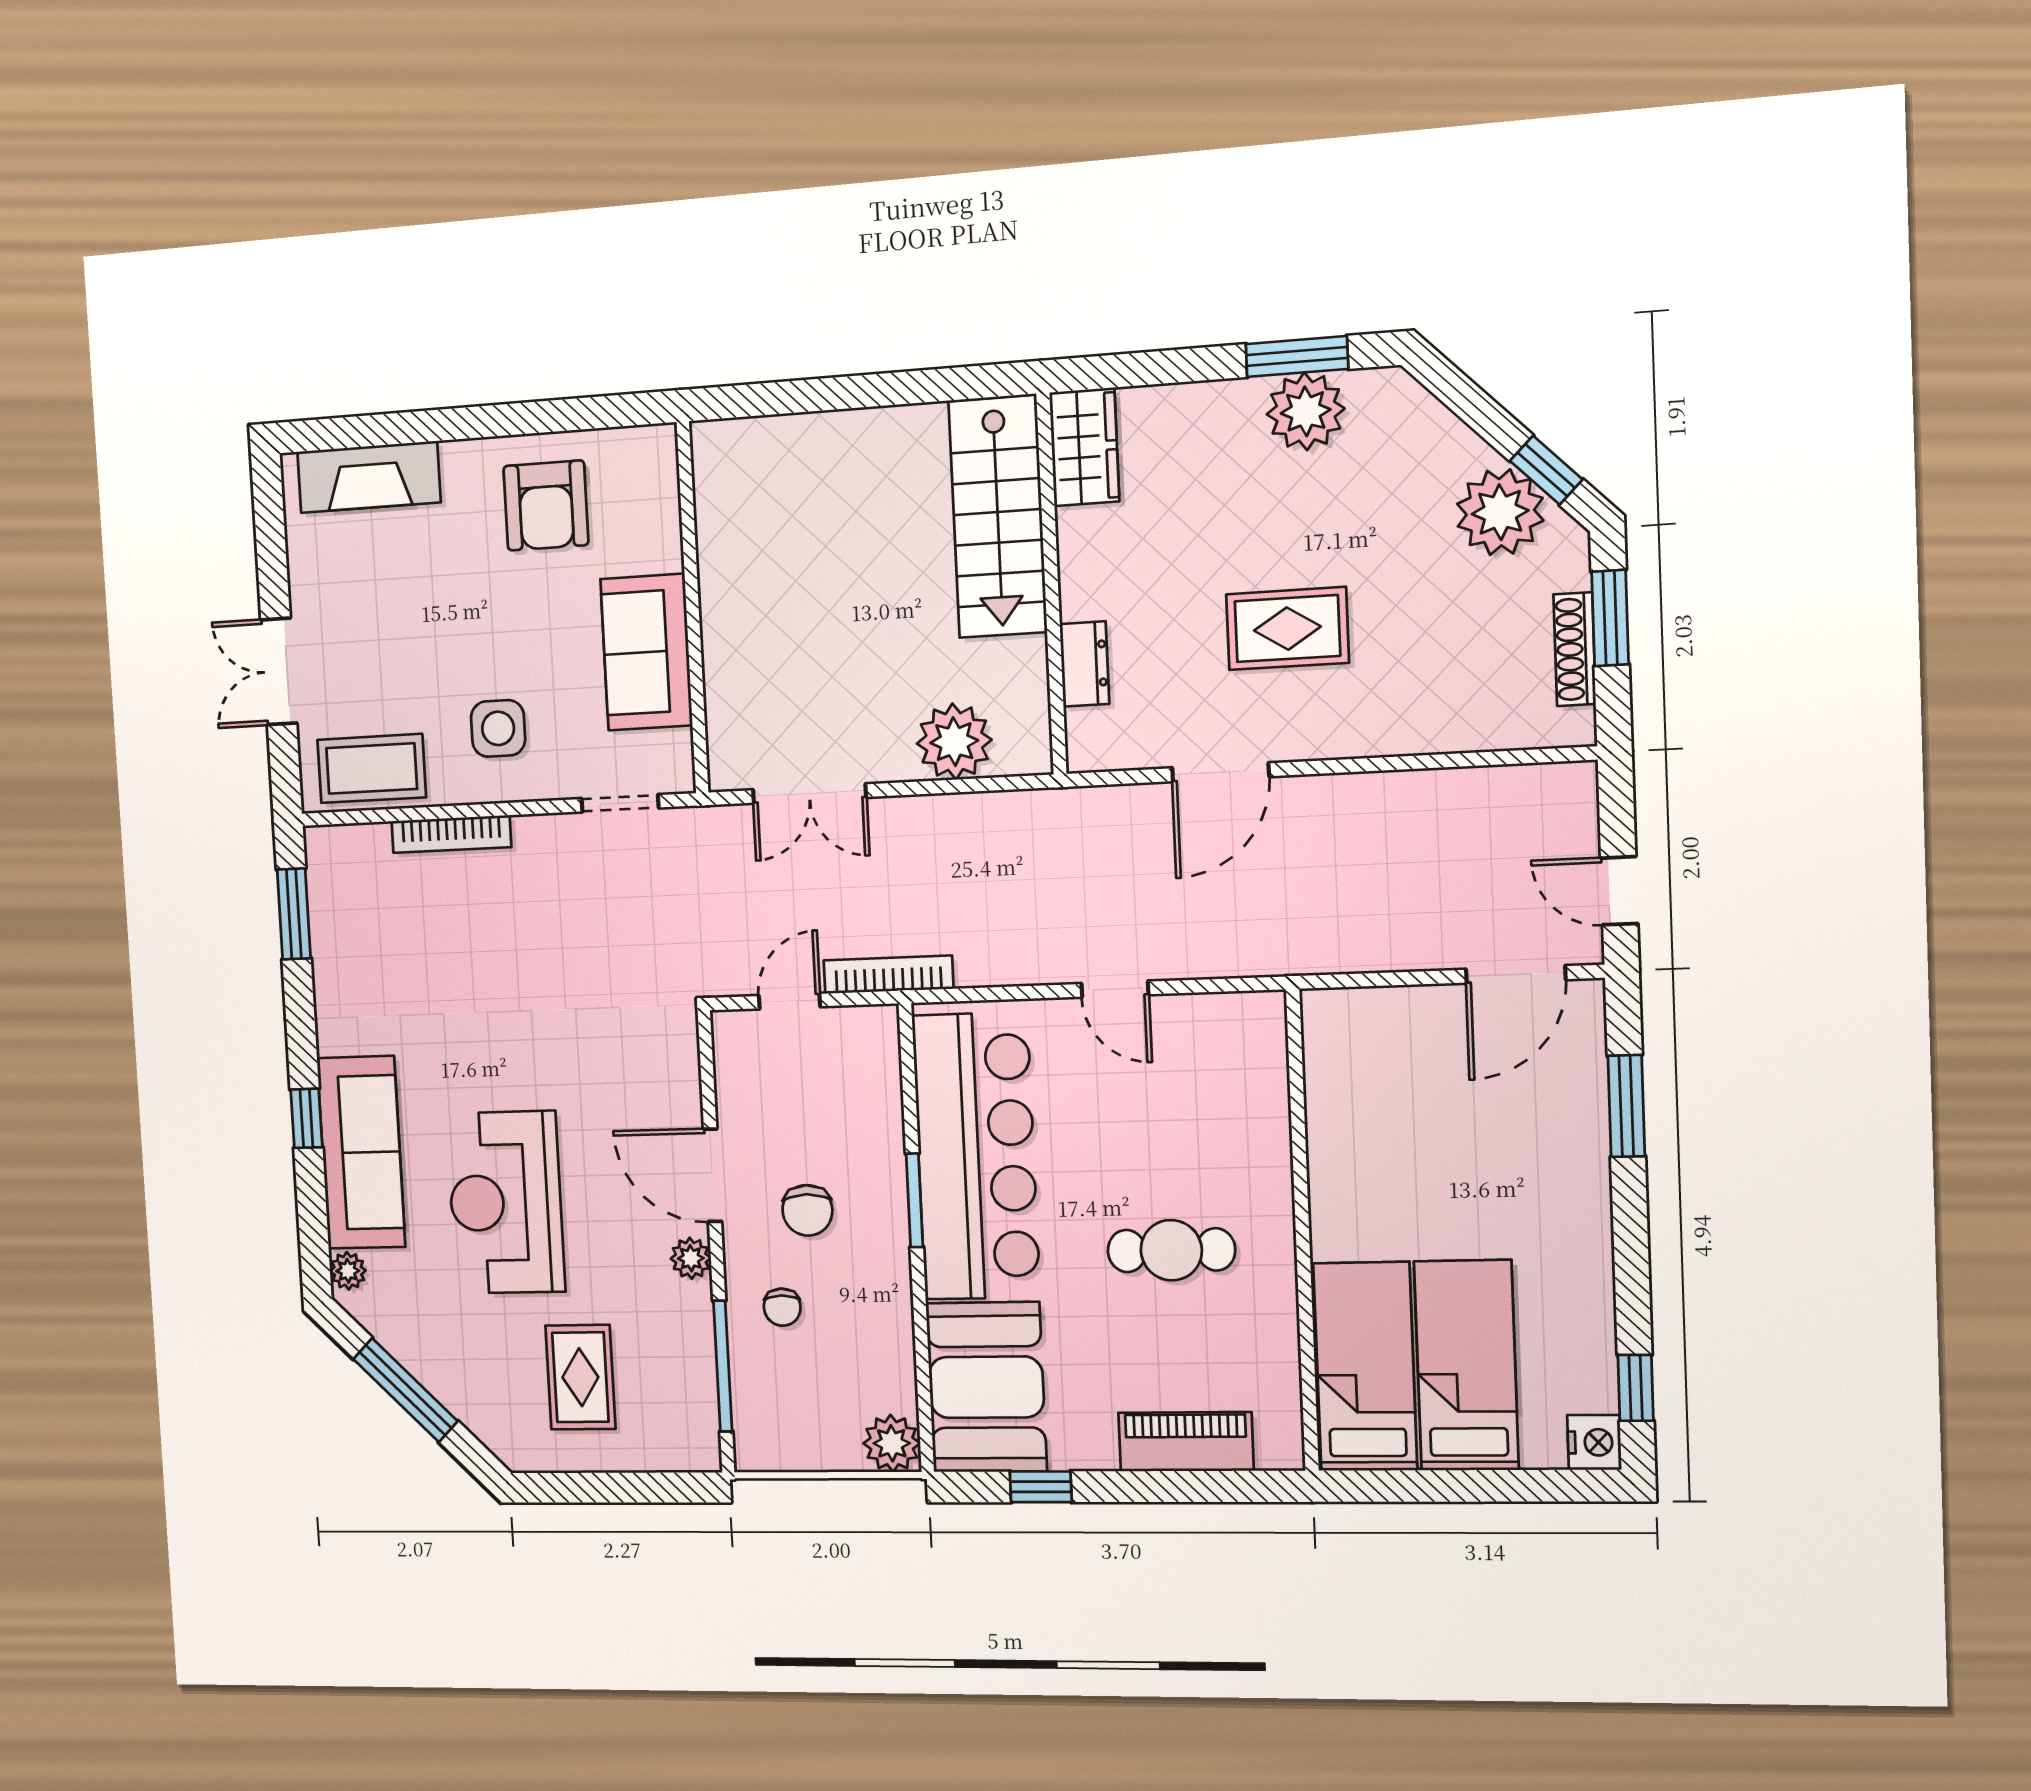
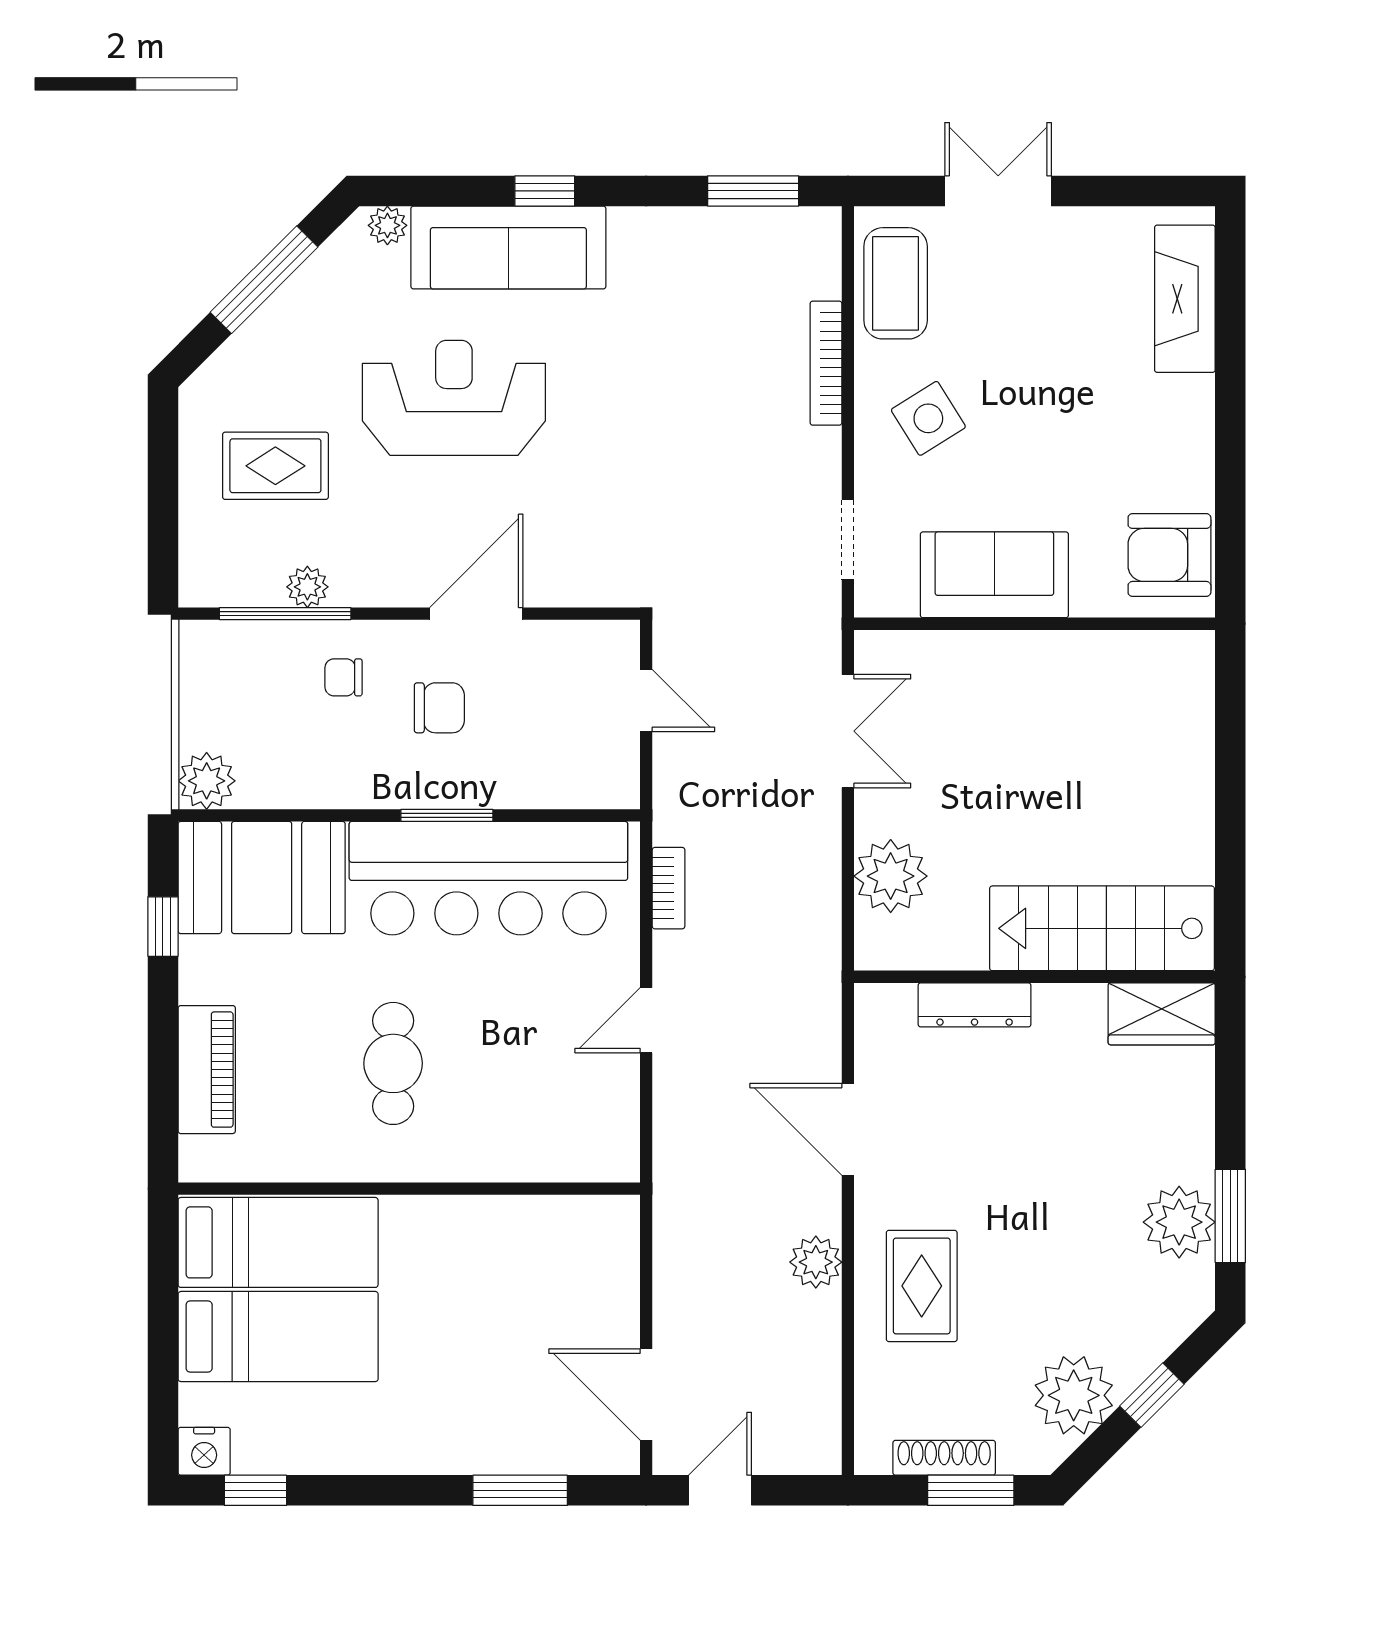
window: (1546, 470) -> (1152, 1395), moved
armchair: (546, 505) -> (1169, 555), moved
rug: (1287, 629) -> (922, 1286), moved
dresser: (1084, 664) -> (975, 1005), width x1.44
side table: (498, 728) -> (928, 418), turned -32
double door: (809, 794) -> (848, 731), swing flipped
plant: (1364, 799) -> (816, 1262), added
bookcase: (888, 975) -> (669, 888), moved, width x0.64
chair: (807, 1210) -> (439, 708), turned 180
plant: (691, 1258) -> (307, 587), moved

